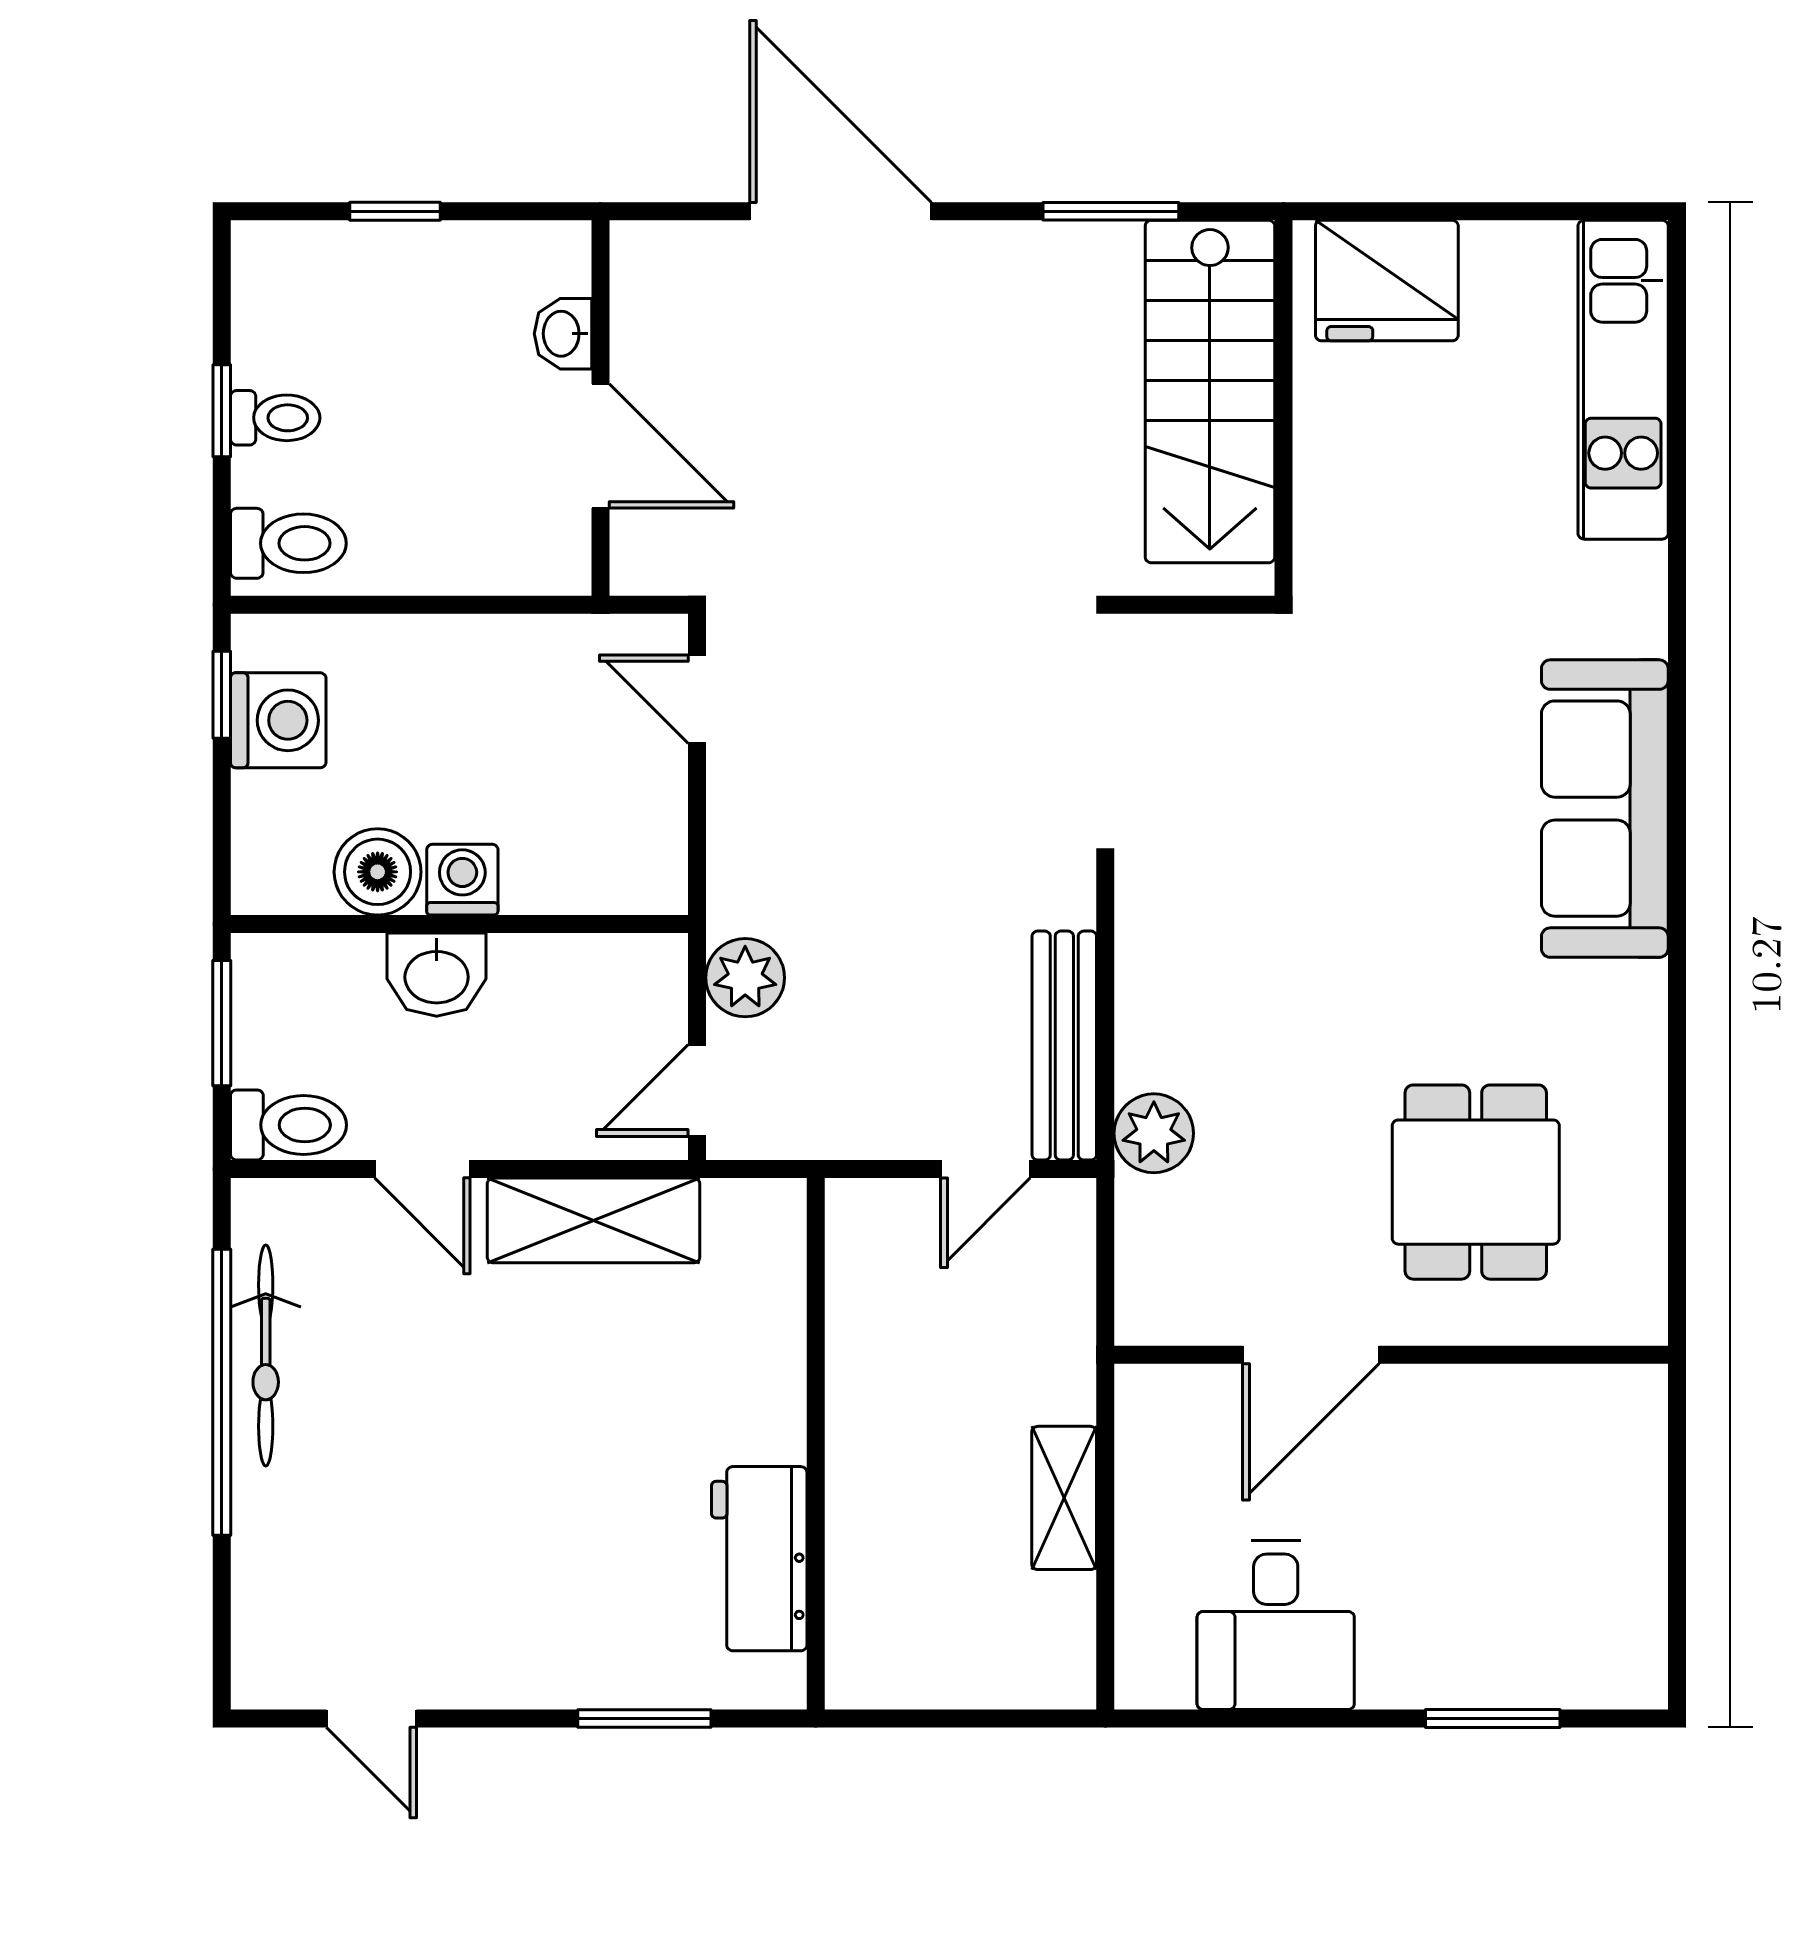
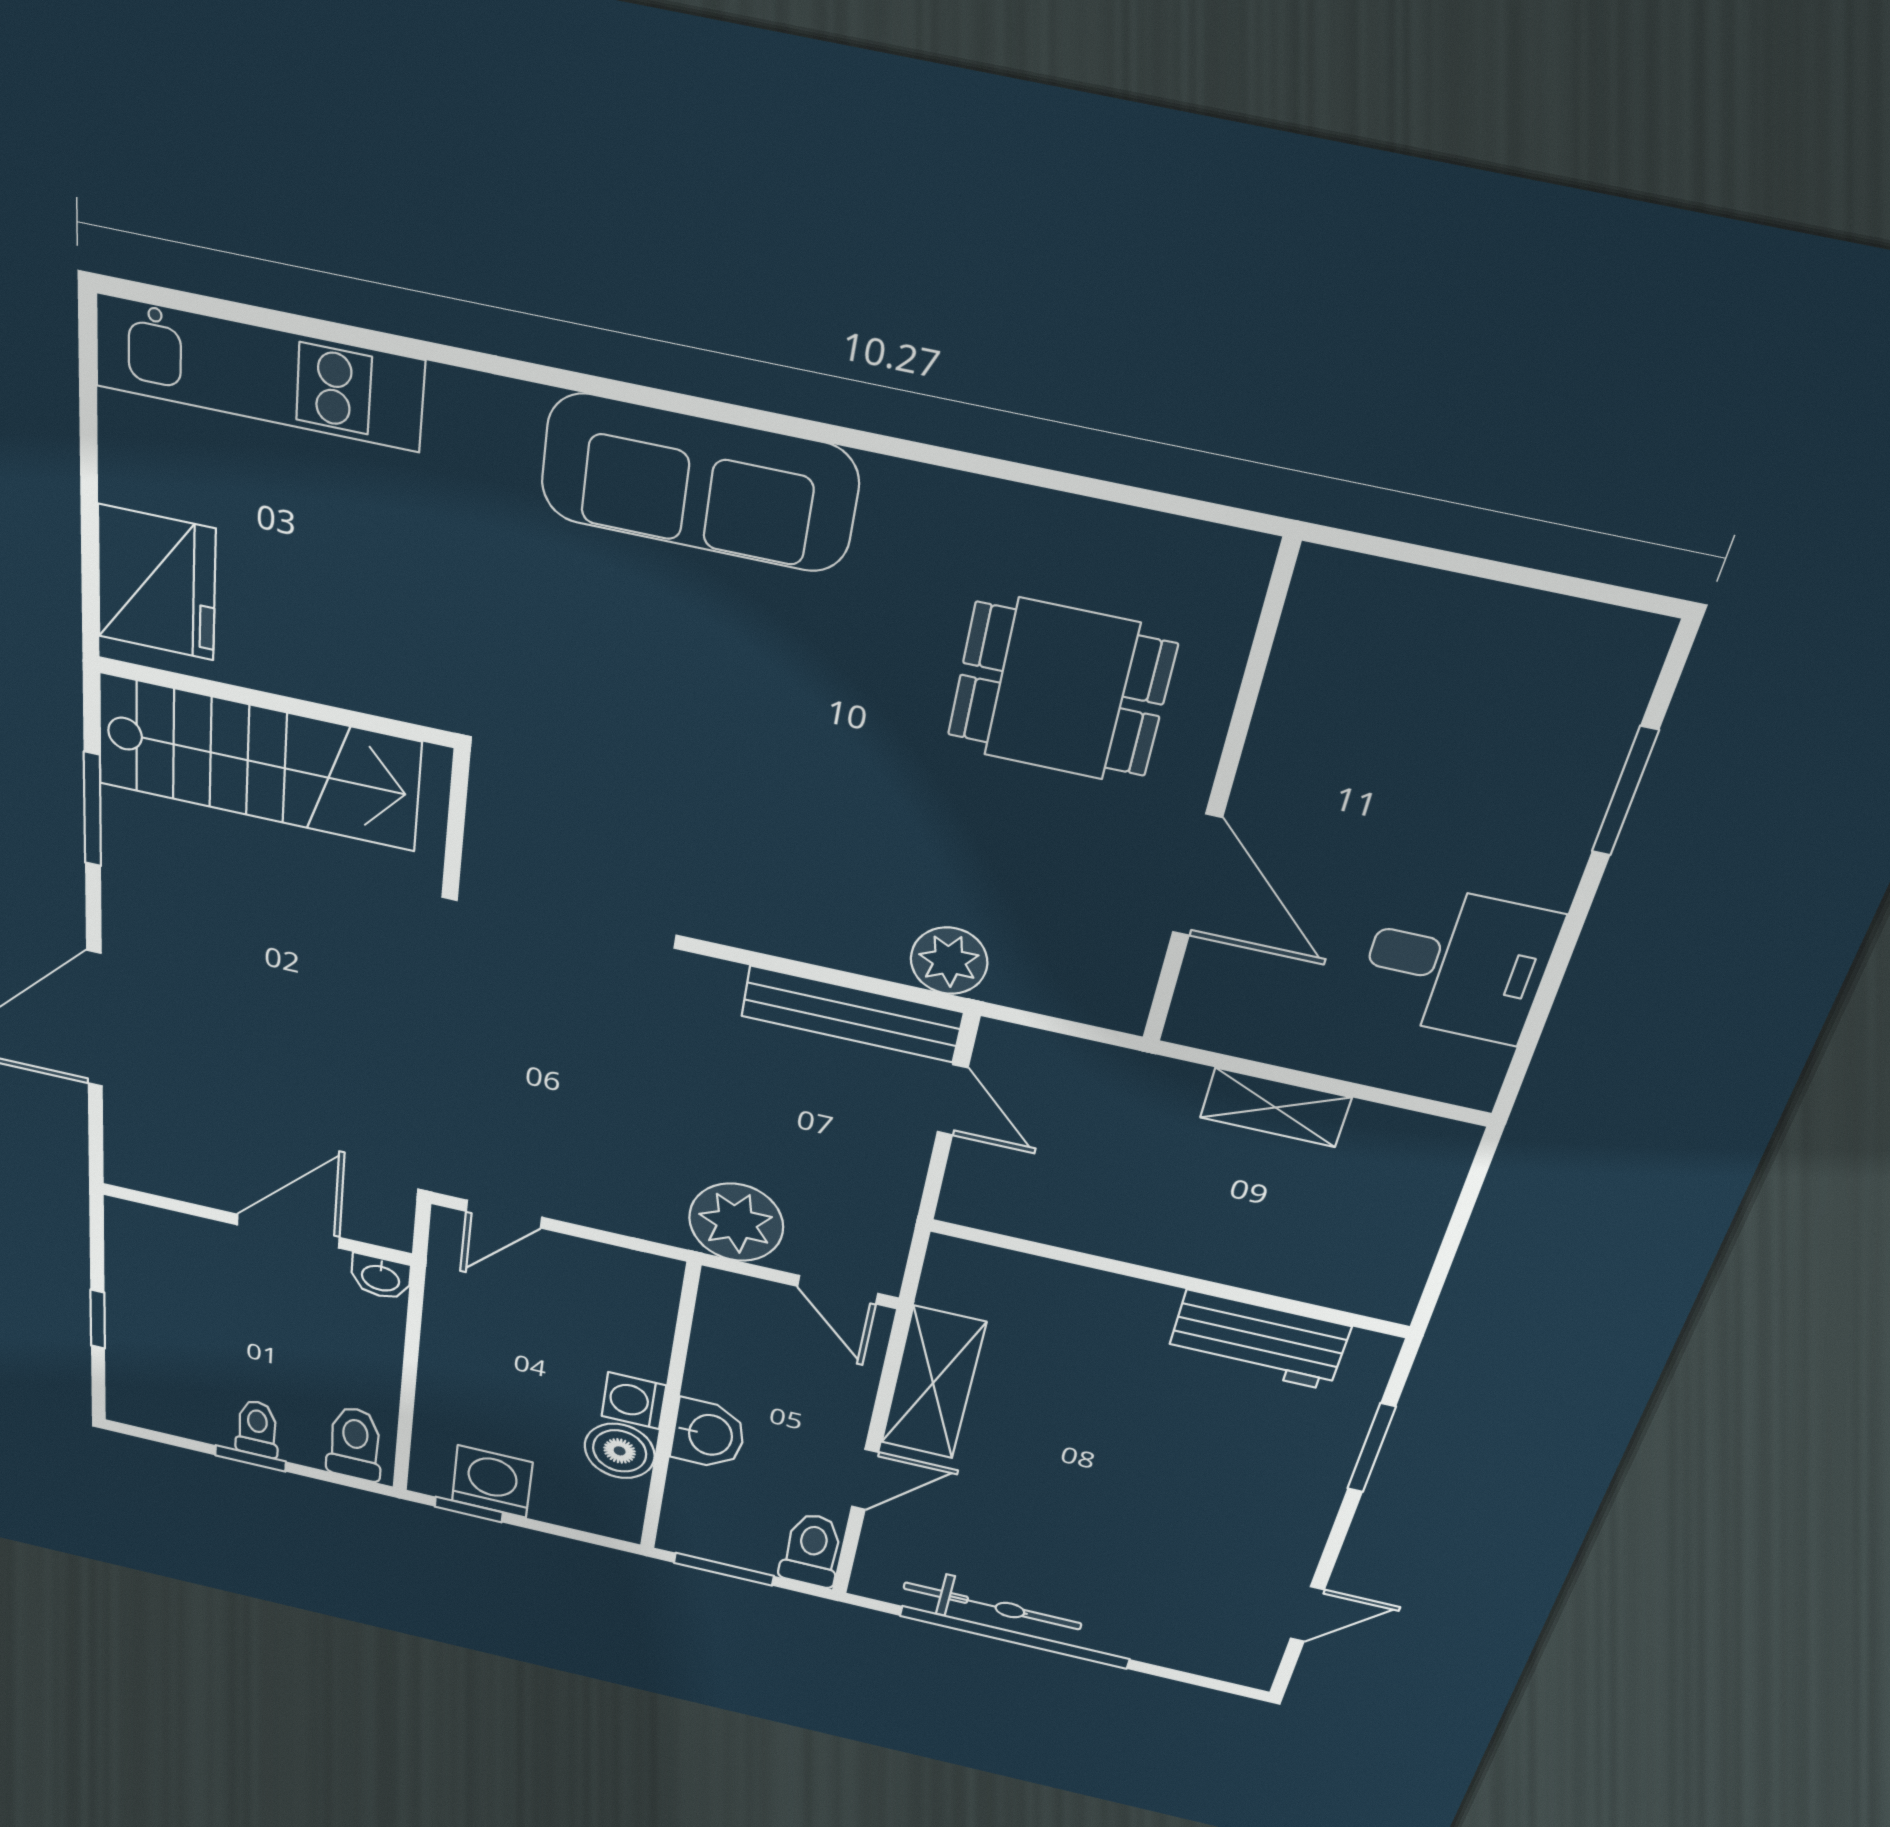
washbasin: (563, 334) -> (381, 1277), moved
plant: (745, 978) -> (736, 1222), width x1.36, depth x1.36

